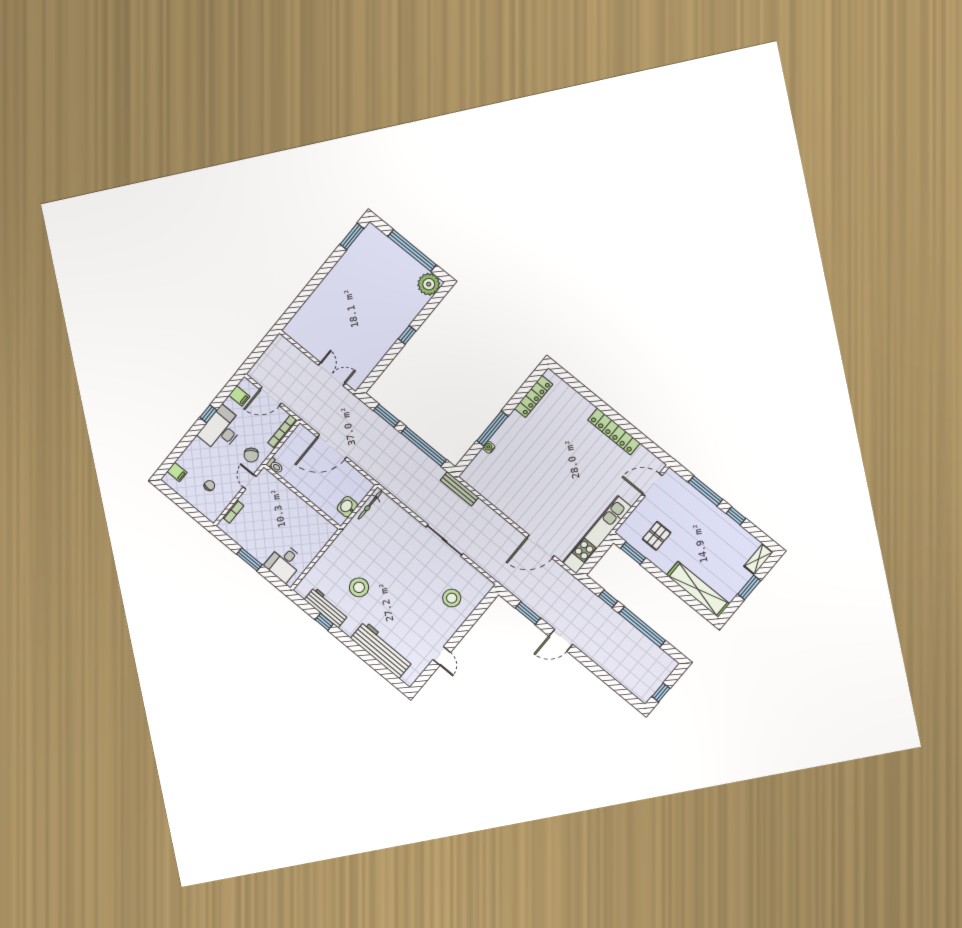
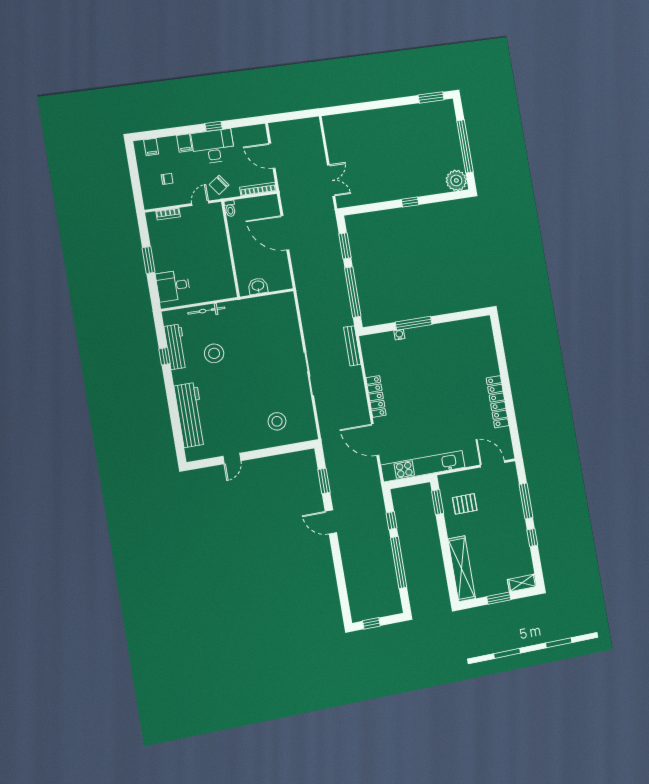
filing cabinet: (239, 396) -> (184, 143), moved
locker: (534, 396) -> (376, 396), moved, turned -90
bicycle: (370, 505) -> (206, 311), moved

